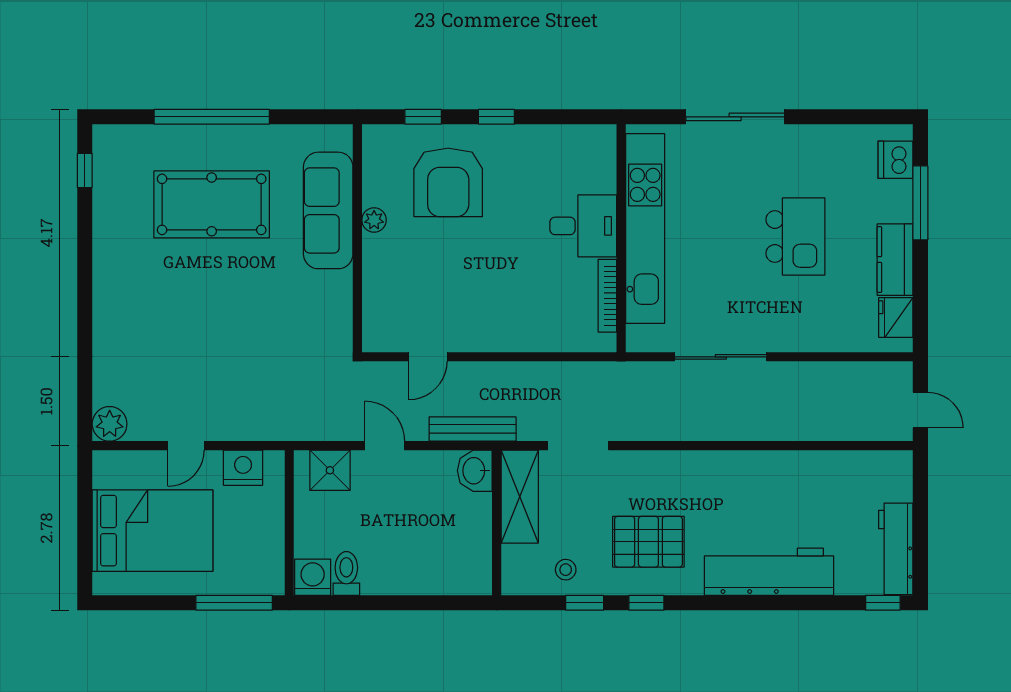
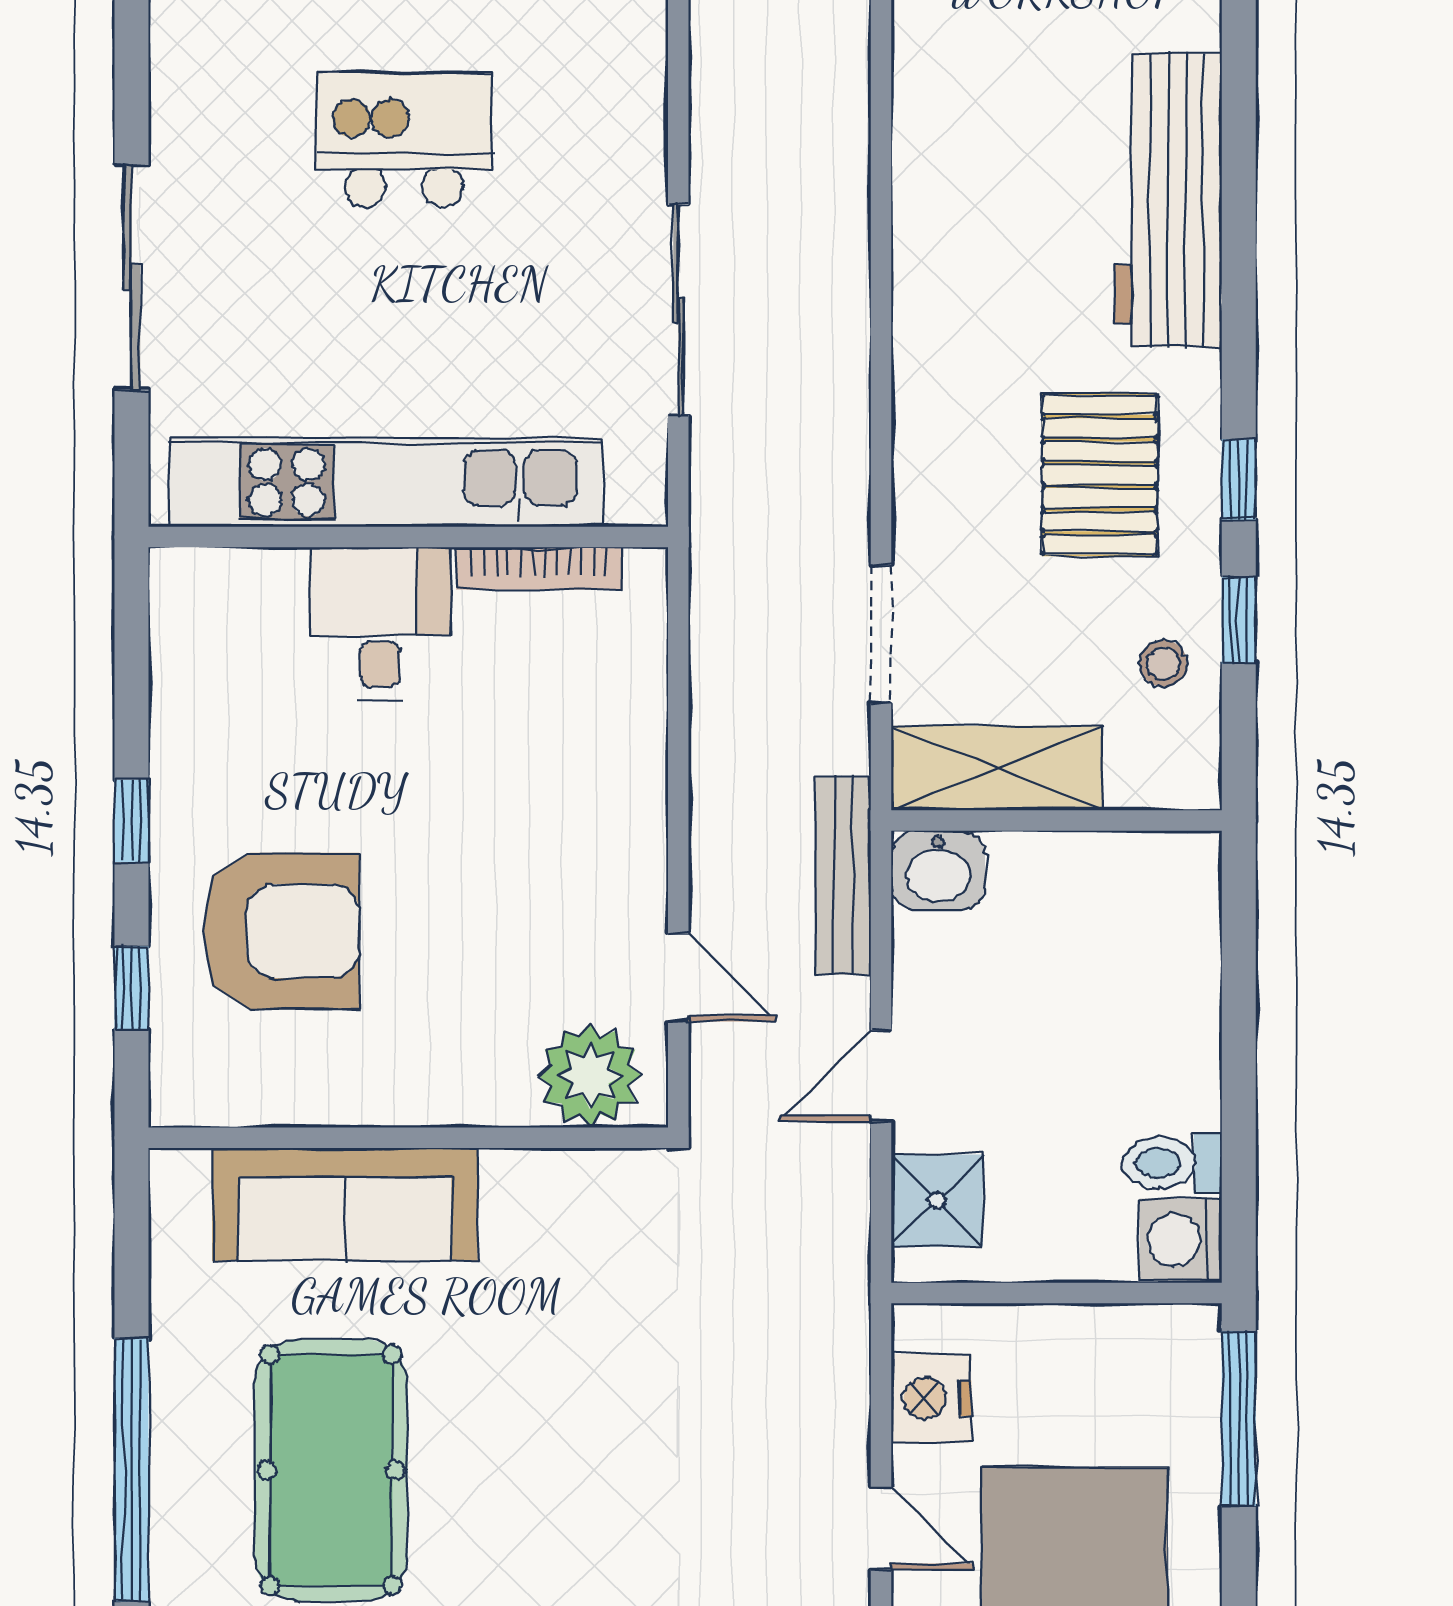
plant: (374, 220) -> (590, 1076), moved, width x1.88, depth x1.88

